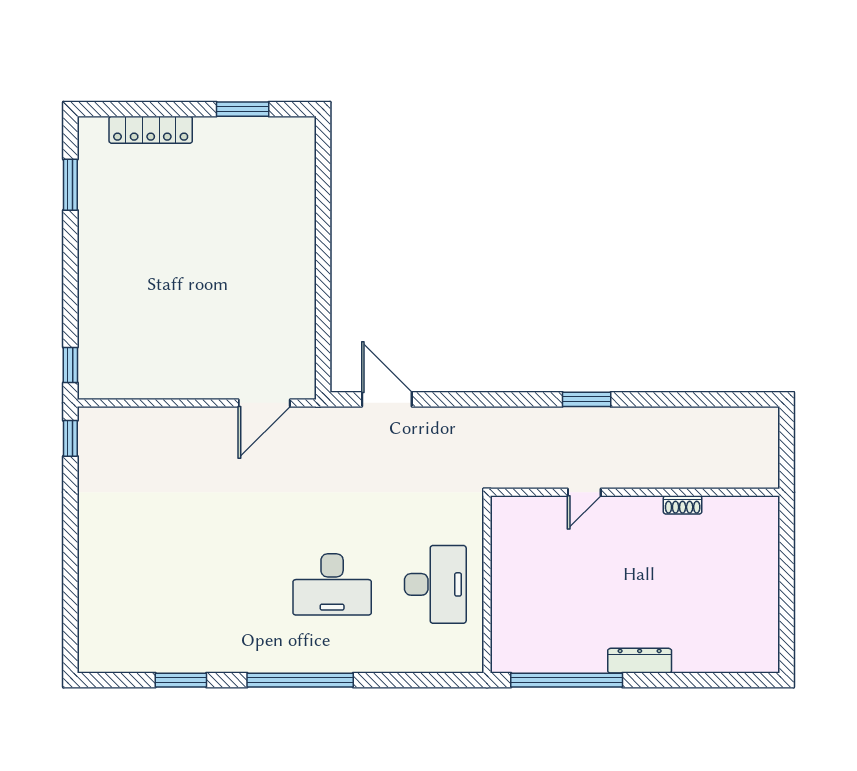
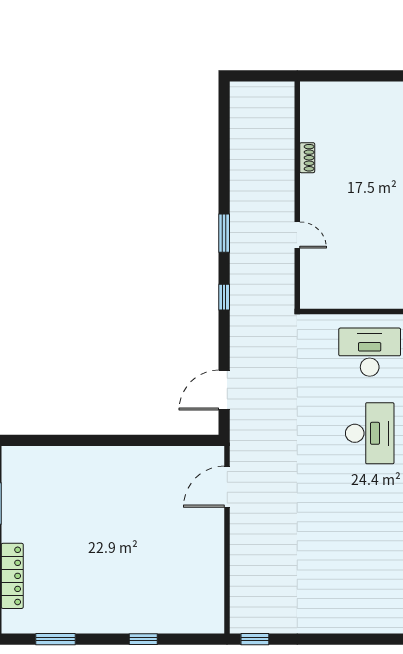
window: (70, 365) -> (143, 639), moved
window: (505, 399) -> (224, 297), added
door: (264, 403) -> (227, 487), swing flipped

